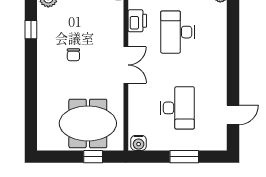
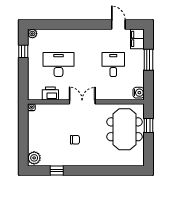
desk: (178, 32) -> (58, 65), turned 180
desk: (178, 108) -> (113, 65), width x0.73
filing cabinet: (213, 141) -> (137, 39), added

